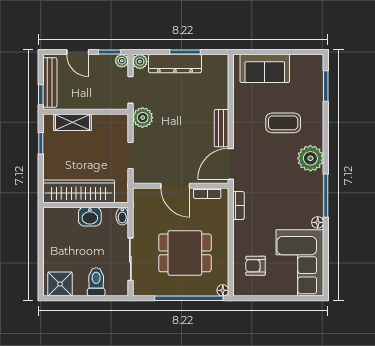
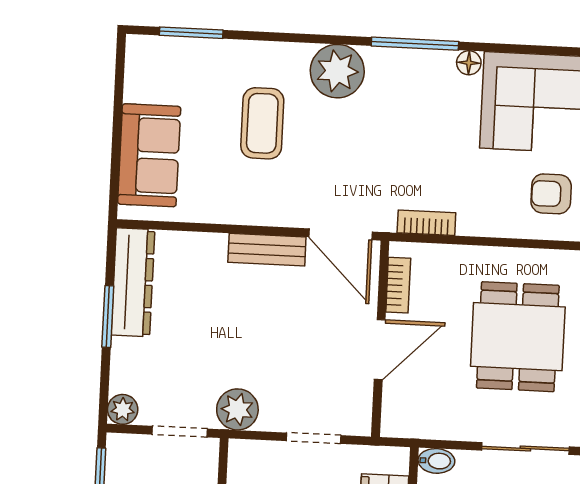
plant: (122, 61) -> (119, 446), removed
dresser: (175, 63) -> (133, 282), moved
armchair: (256, 266) -> (551, 194), turned 90

